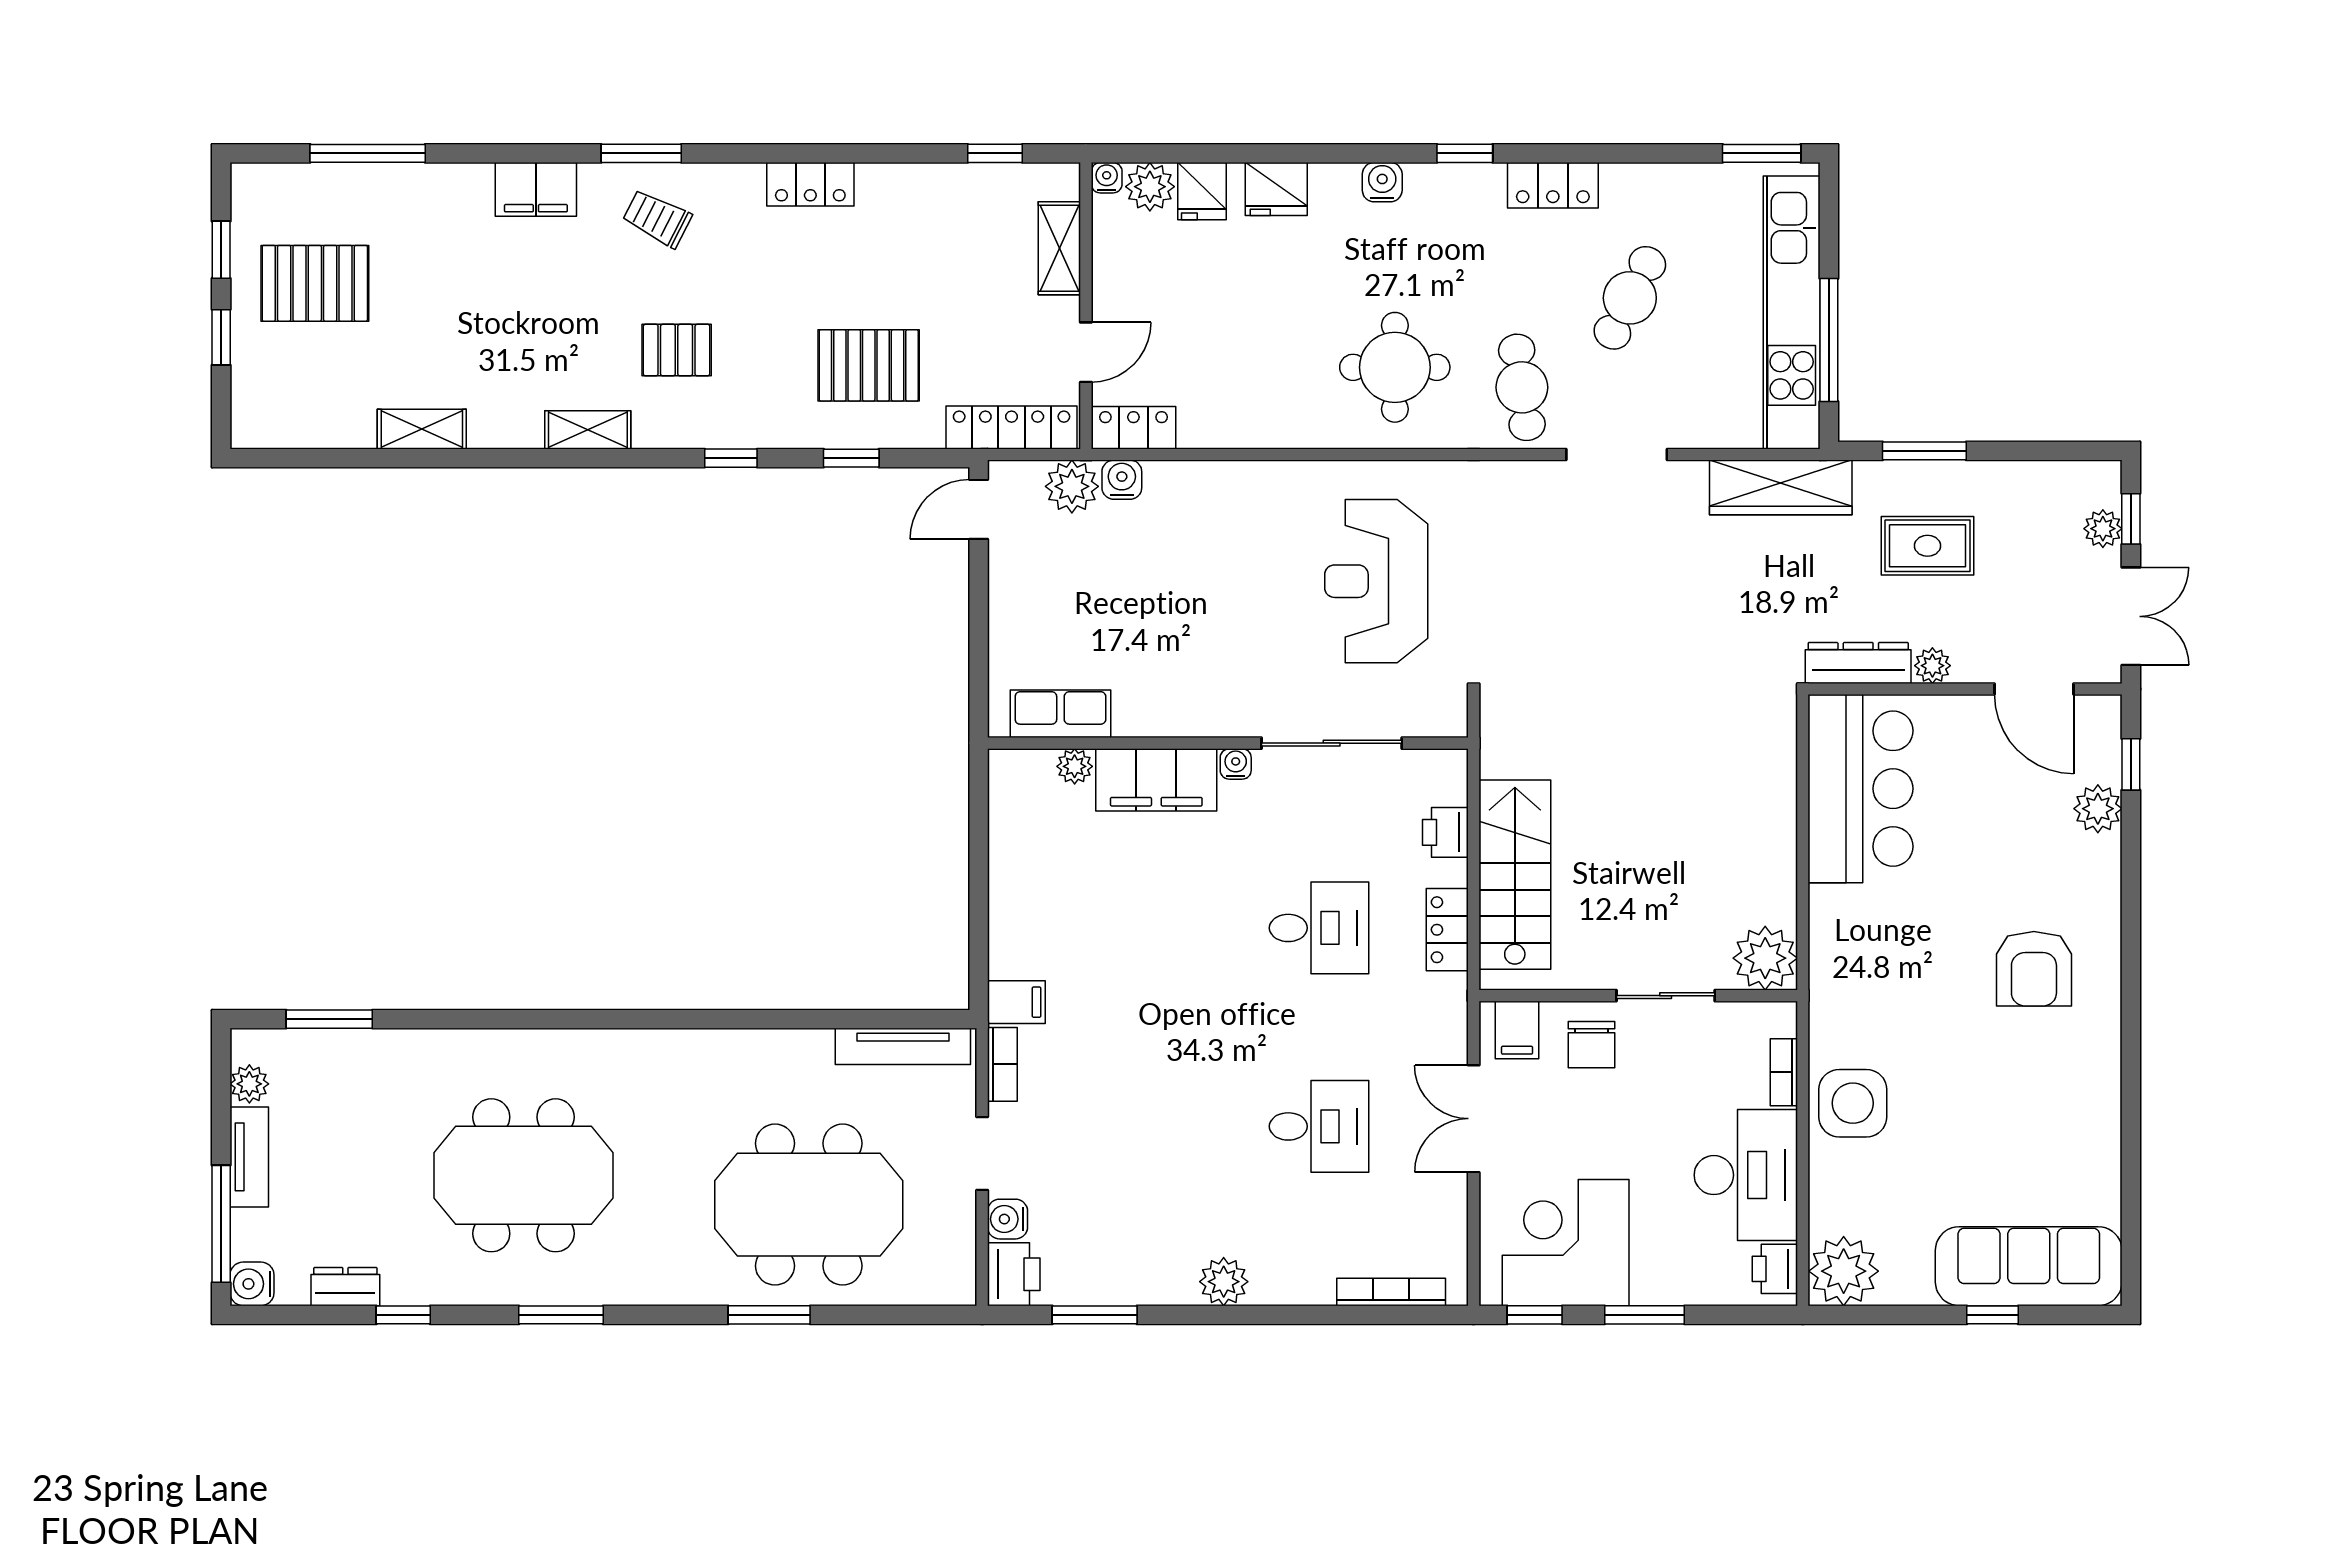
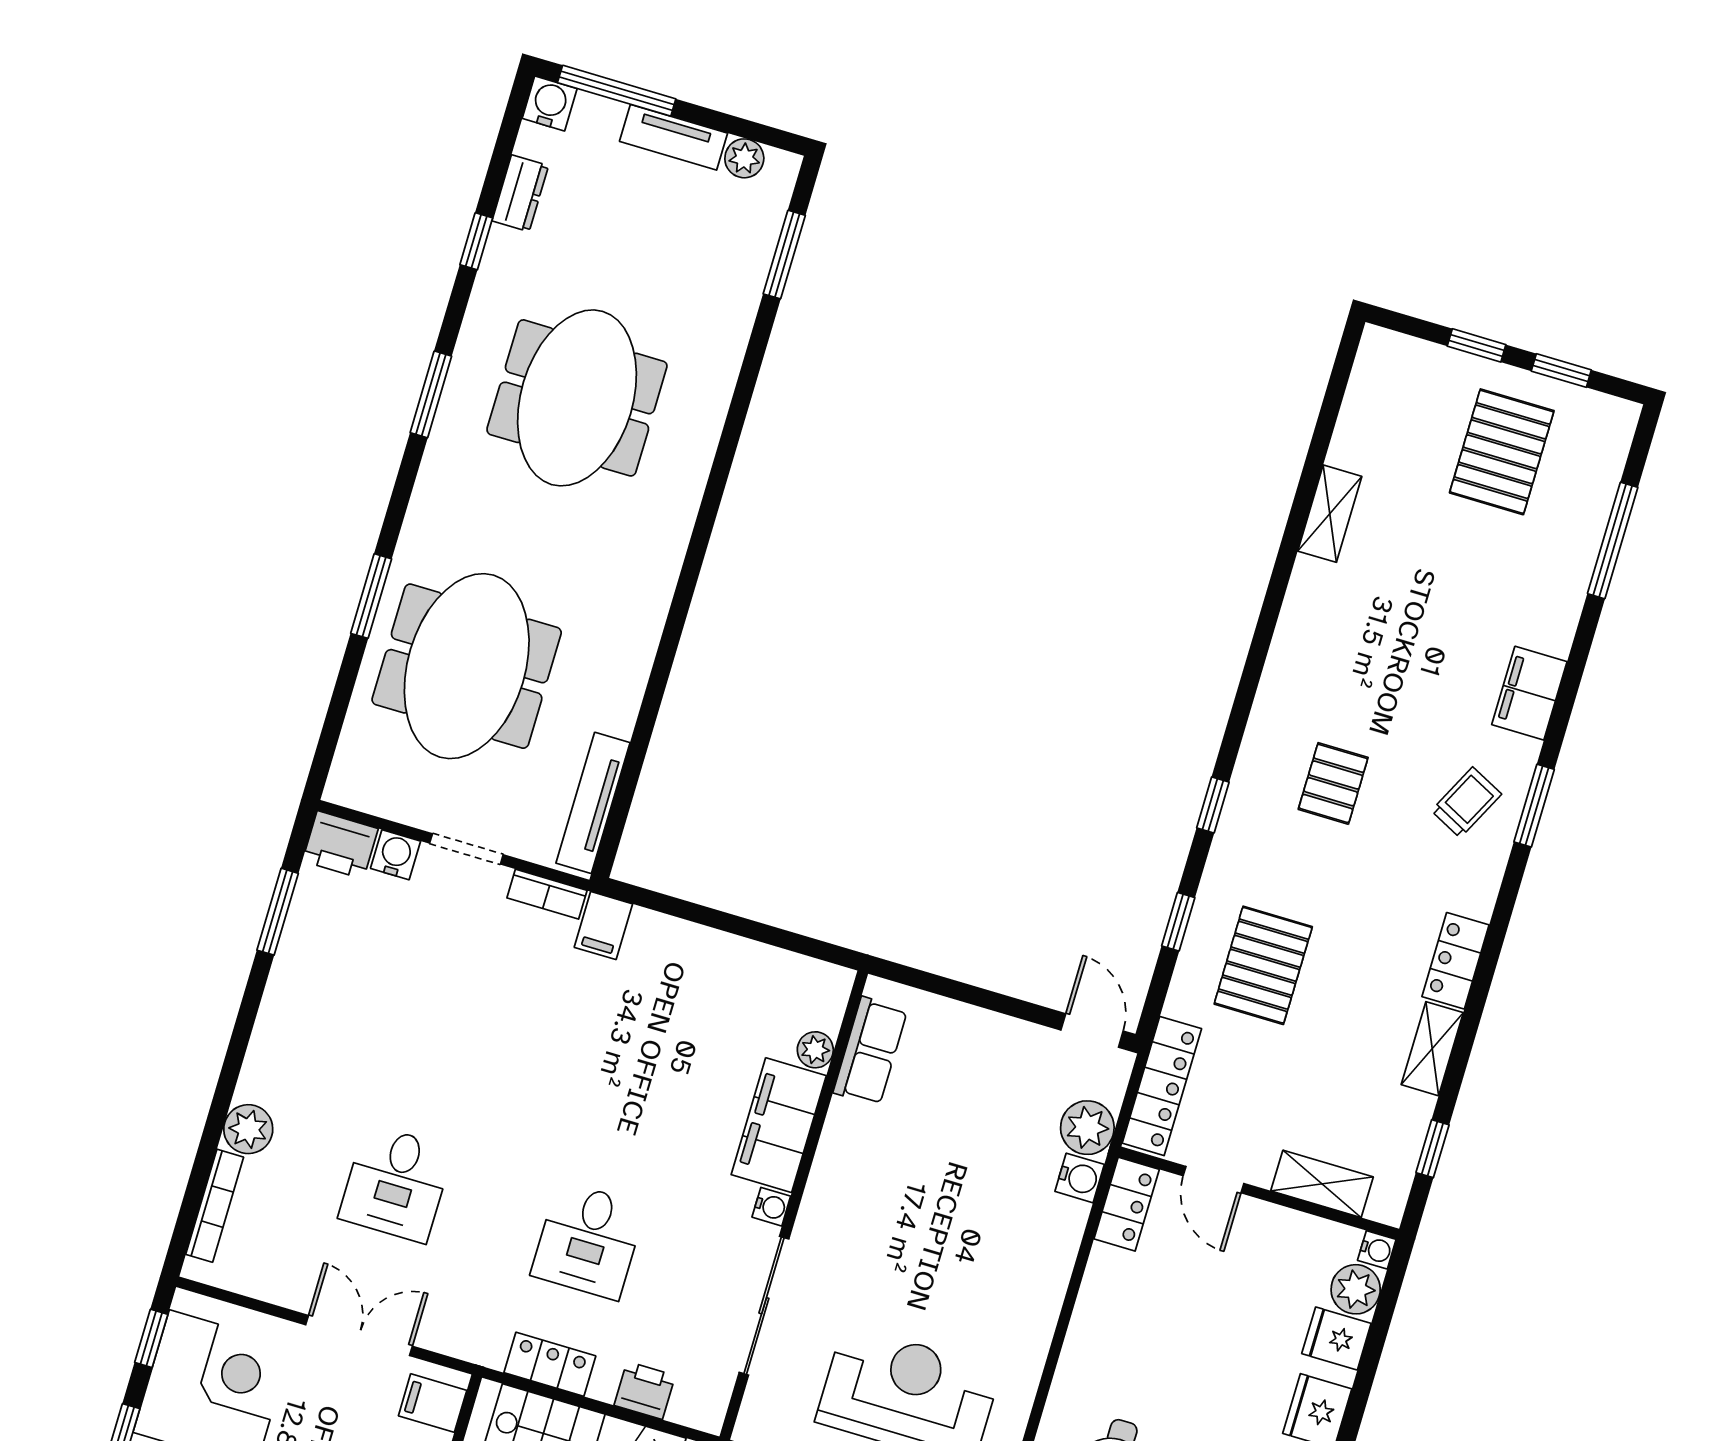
shelving: (588, 430) -> (1432, 1049), moved
plant: (1224, 1282) -> (248, 1129), moved

